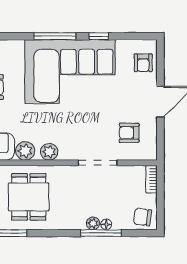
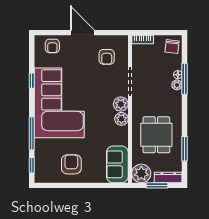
window: (55, 36) -> (32, 133), moved
armchair: (143, 63) -> (52, 46), turned 90
plant: (25, 151) -> (121, 104), moved
dining table: (29, 197) -> (156, 135), turned 90

